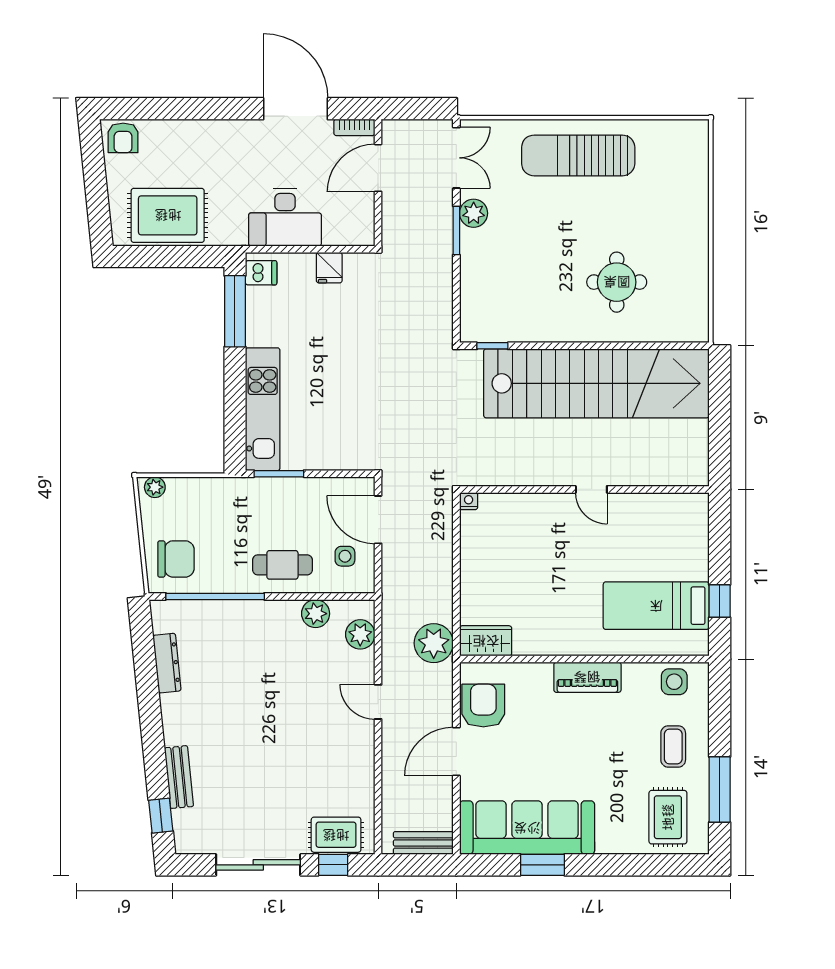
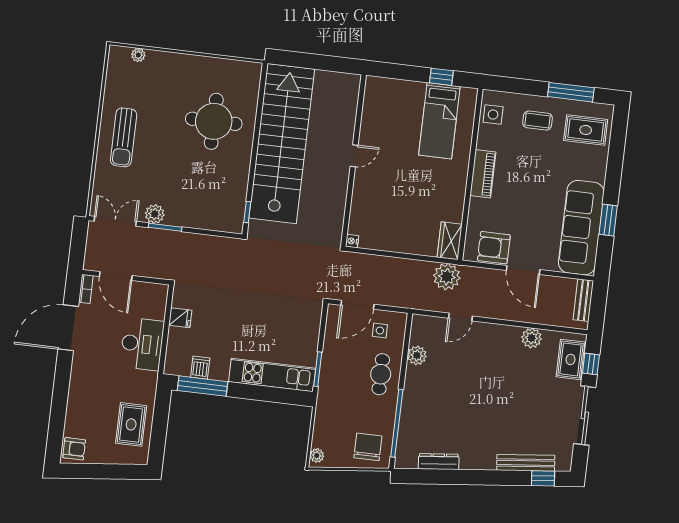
sun lounger: (578, 155) -> (124, 137), width x0.73, depth x0.75
plant: (699, 162) -> (138, 55), added
rug: (168, 215) -> (131, 424), width x0.73, depth x0.70
dishwasher: (261, 273) -> (200, 368), moved
round table: (617, 282) -> (214, 121), width x1.36, depth x1.36
plant: (360, 634) -> (532, 338), moved
door: (378, 702) -> (460, 317), moved
bench: (179, 777) -> (526, 463), width x1.36

